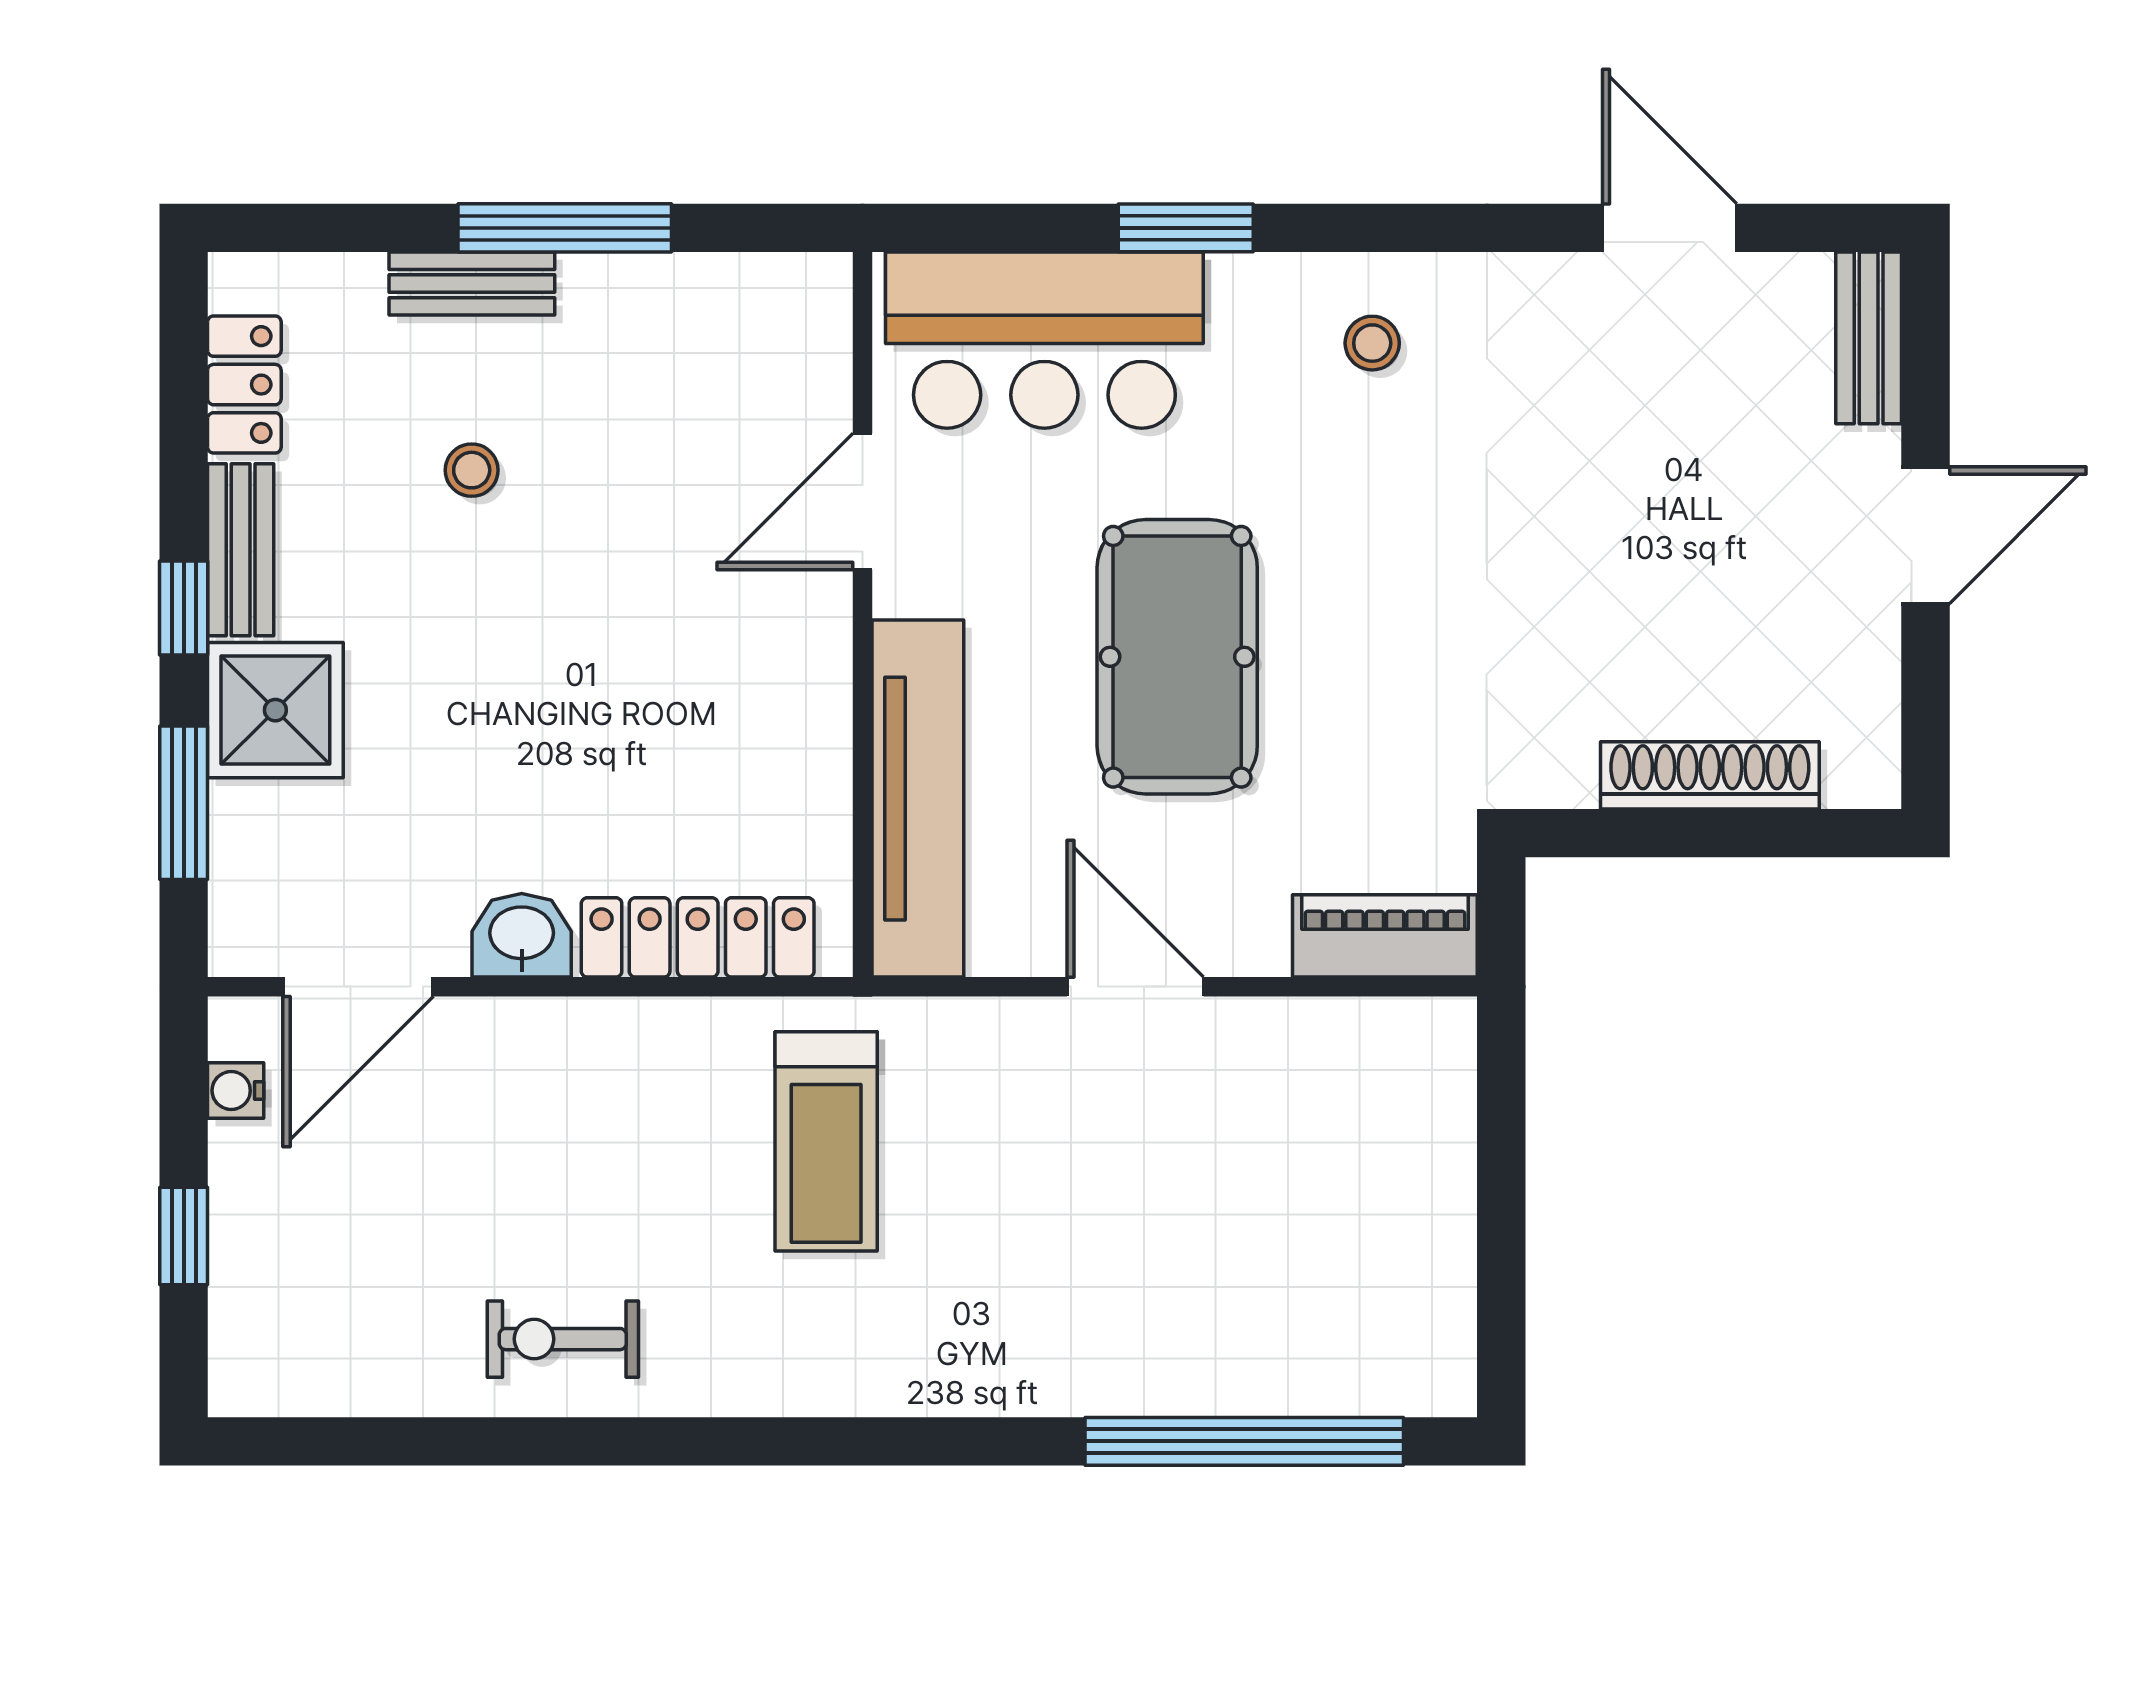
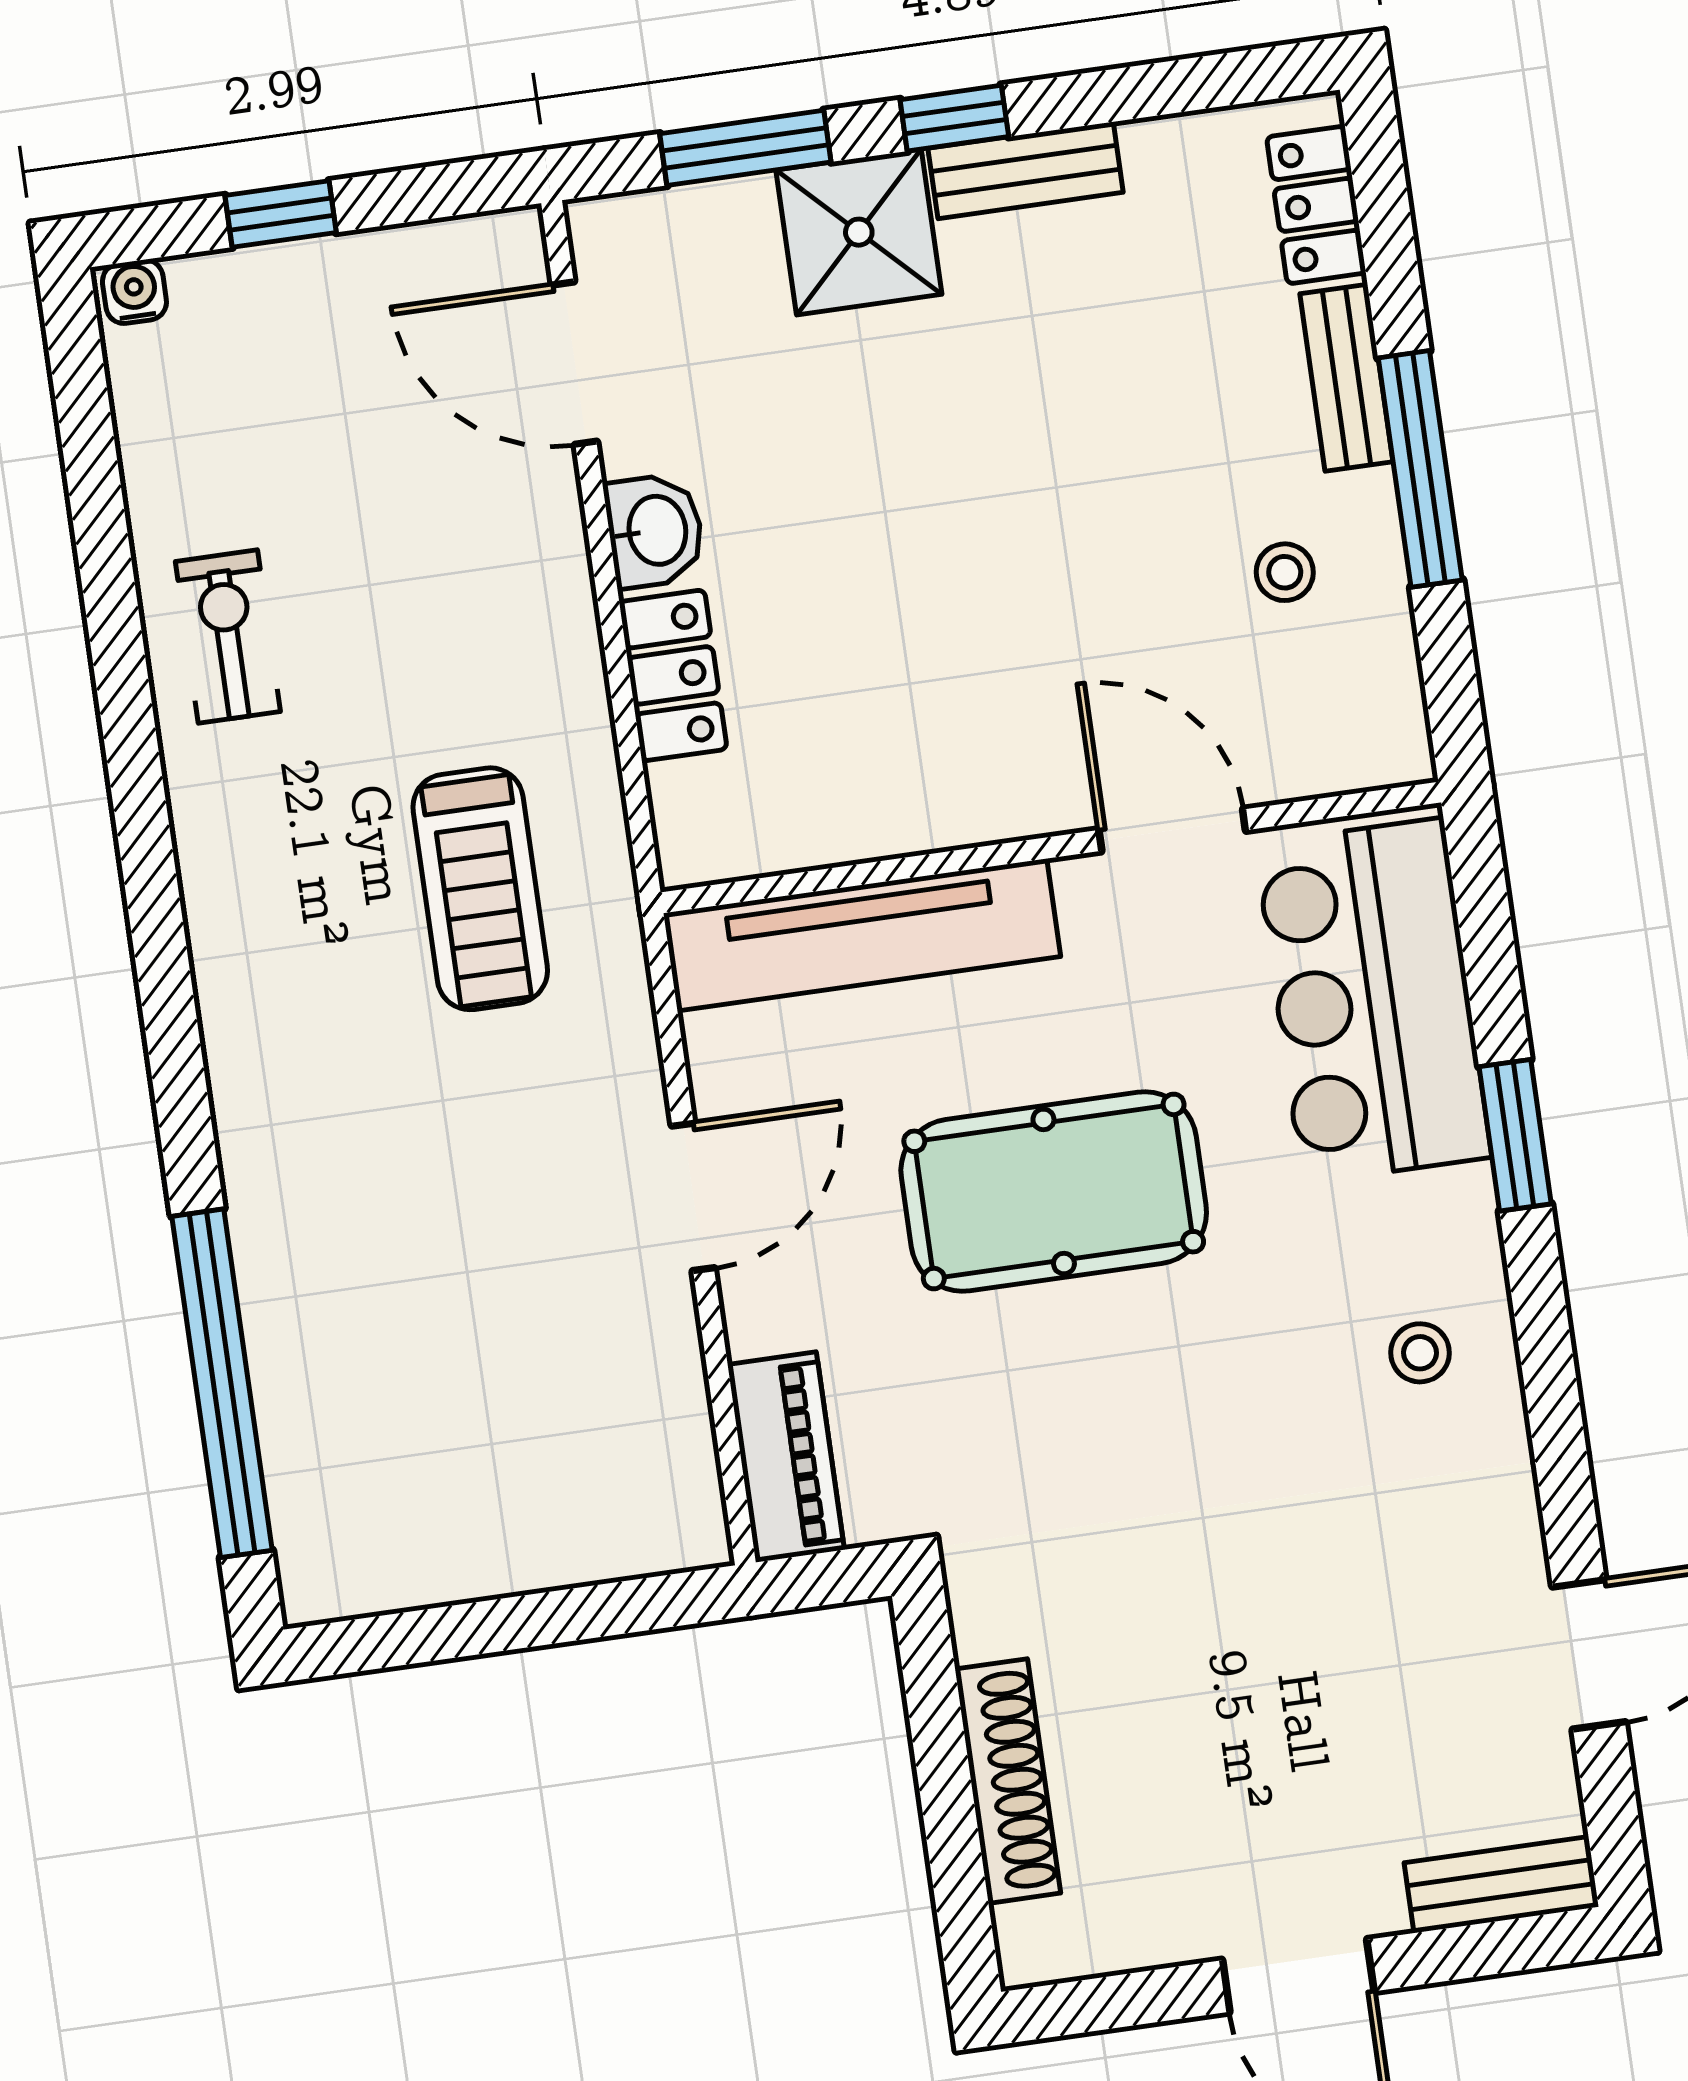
locker: (244, 385) -> (1316, 205), moved, turned 90
stool: (472, 470) -> (1285, 572), moved
locker: (698, 937) -> (673, 675), width x0.66
water cooler: (236, 1091) -> (134, 292), moved
treadmill: (826, 1141) -> (480, 889), turned -90

